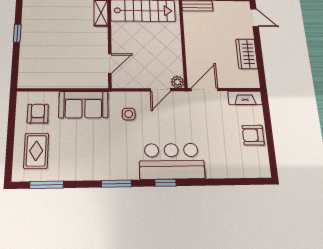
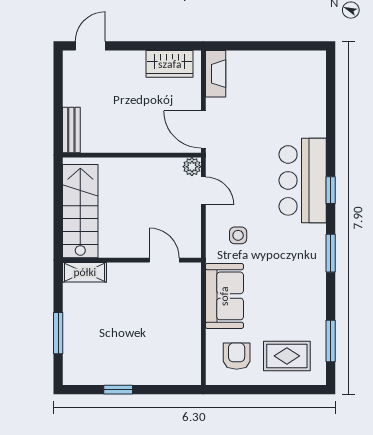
wardrobe: (247, 54) -> (170, 64), moved
armchair: (38, 114) -> (237, 356), turned 90
armchair: (253, 135) -> (269, 68), removed

